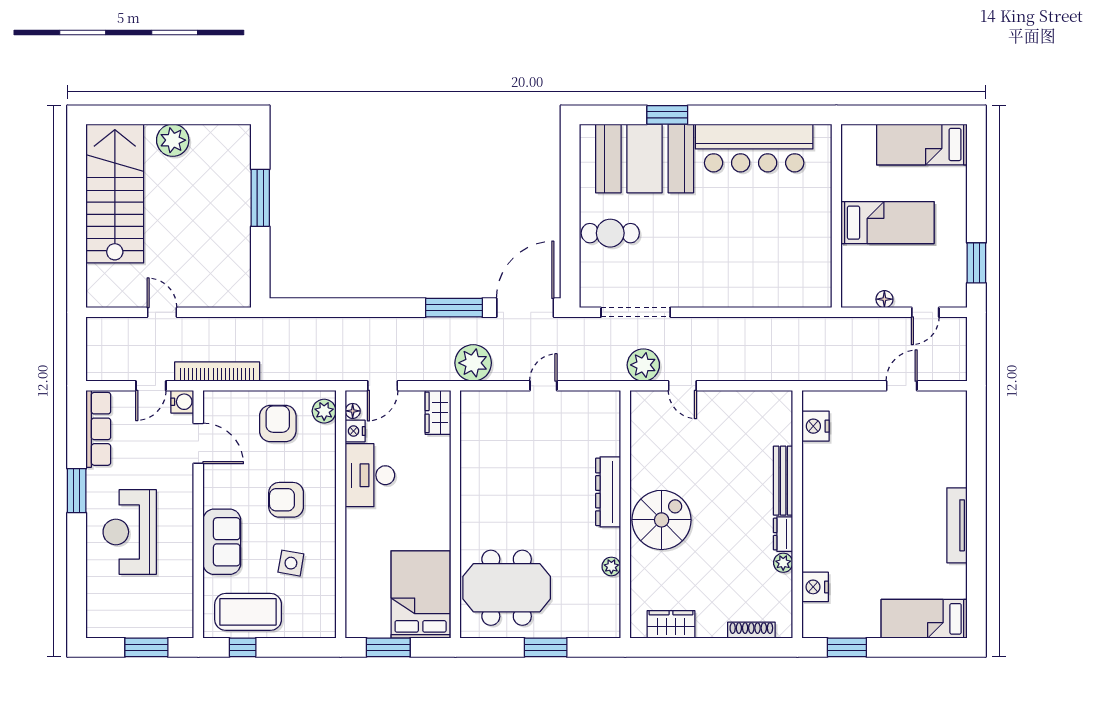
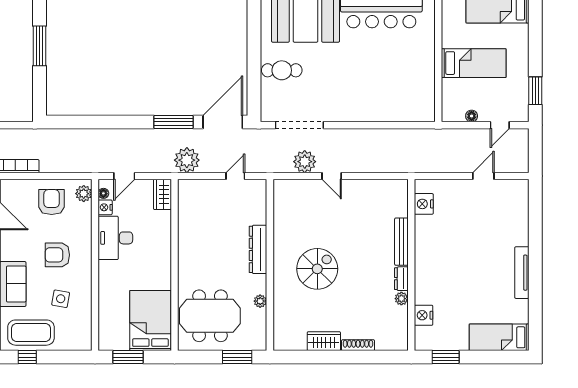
dresser: (608, 492) -> (258, 249), moved
wall: (625, 514) -> (270, 265), moved
plant: (611, 566) -> (260, 301), moved
shoe rack: (751, 630) -> (358, 345), moved

